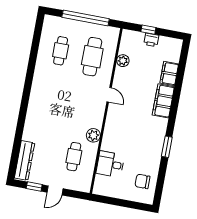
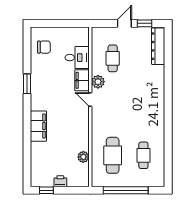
window: (148, 30) -> (46, 190), moved
filing cabinet: (169, 73) -> (82, 80), moved, turned 180
door: (109, 95) -> (90, 100), moved

